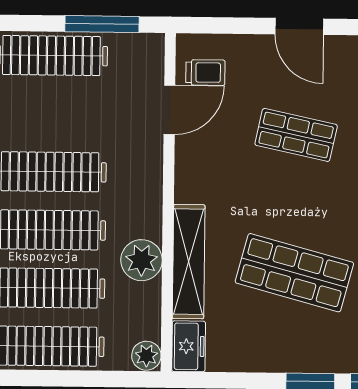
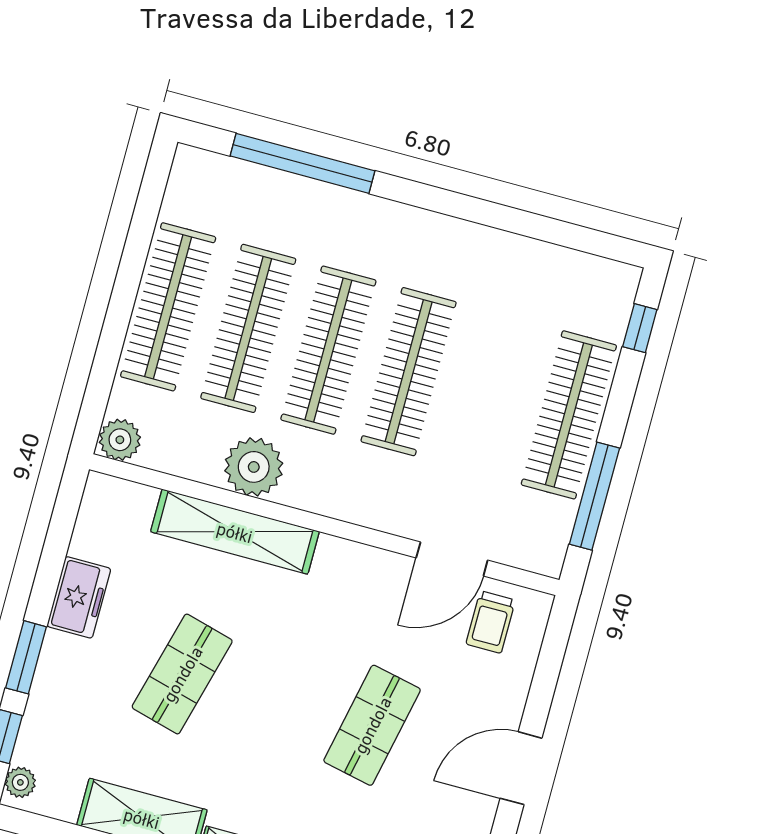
door: (169, 110) -> (452, 559), hinge flipped
shop shelf: (294, 273) -> (182, 674), width x0.70, depth x0.74
freezer: (189, 346) -> (79, 597), moved, turned -90

